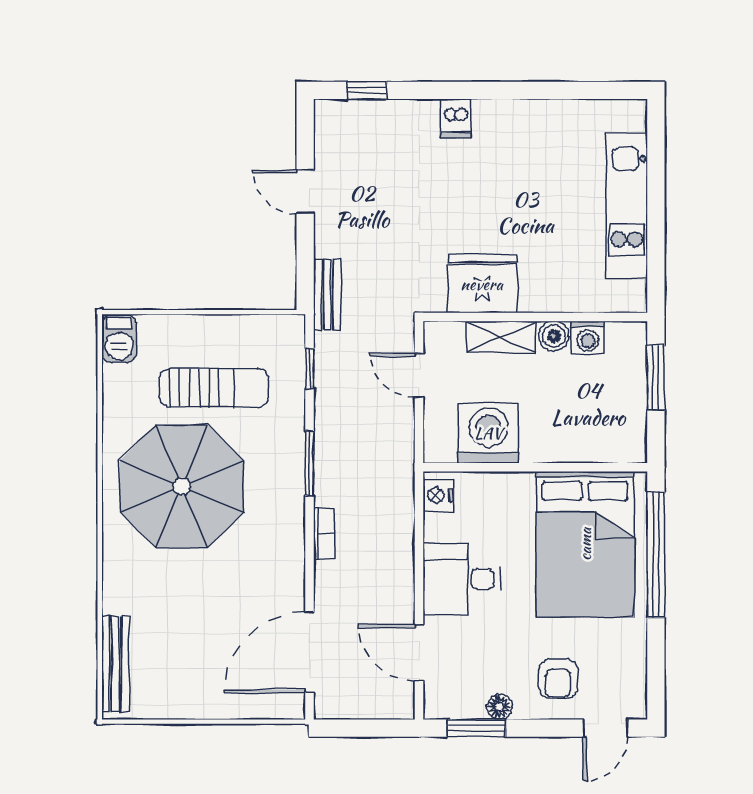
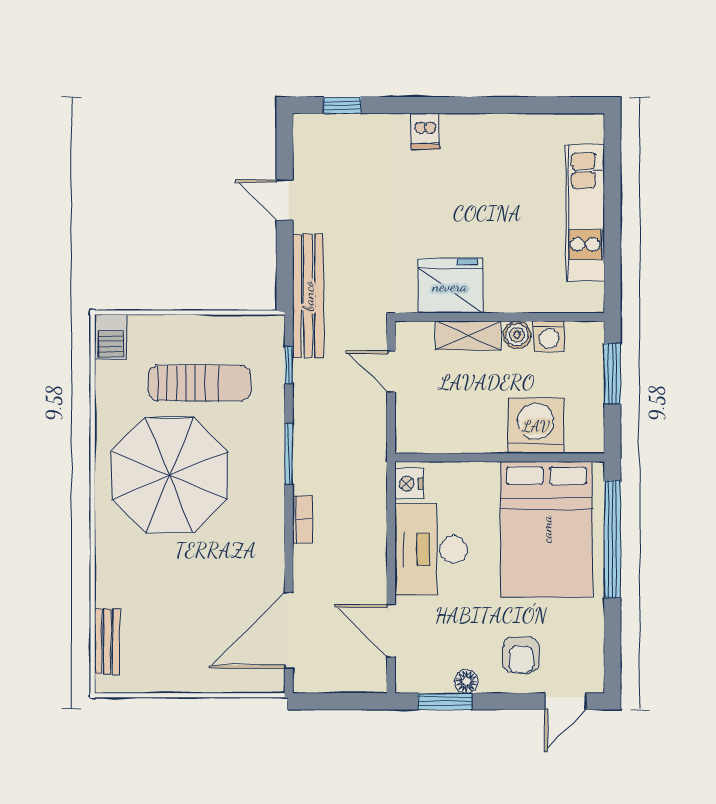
bench: (327, 295) -> (308, 296), width x1.86, depth x1.21
washing machine: (488, 433) -> (536, 426), moved
desk: (462, 579) -> (431, 549), width x1.37
bench: (115, 664) -> (107, 641), width x0.73

